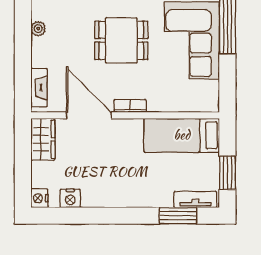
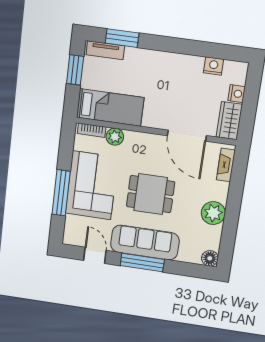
plant: (38, 29) -> (213, 213), width x1.87, depth x1.87
plant: (172, 102) -> (115, 137), added
bookcase: (130, 106) -> (92, 130), moved
nightstand: (39, 198) -> (237, 94), moved

